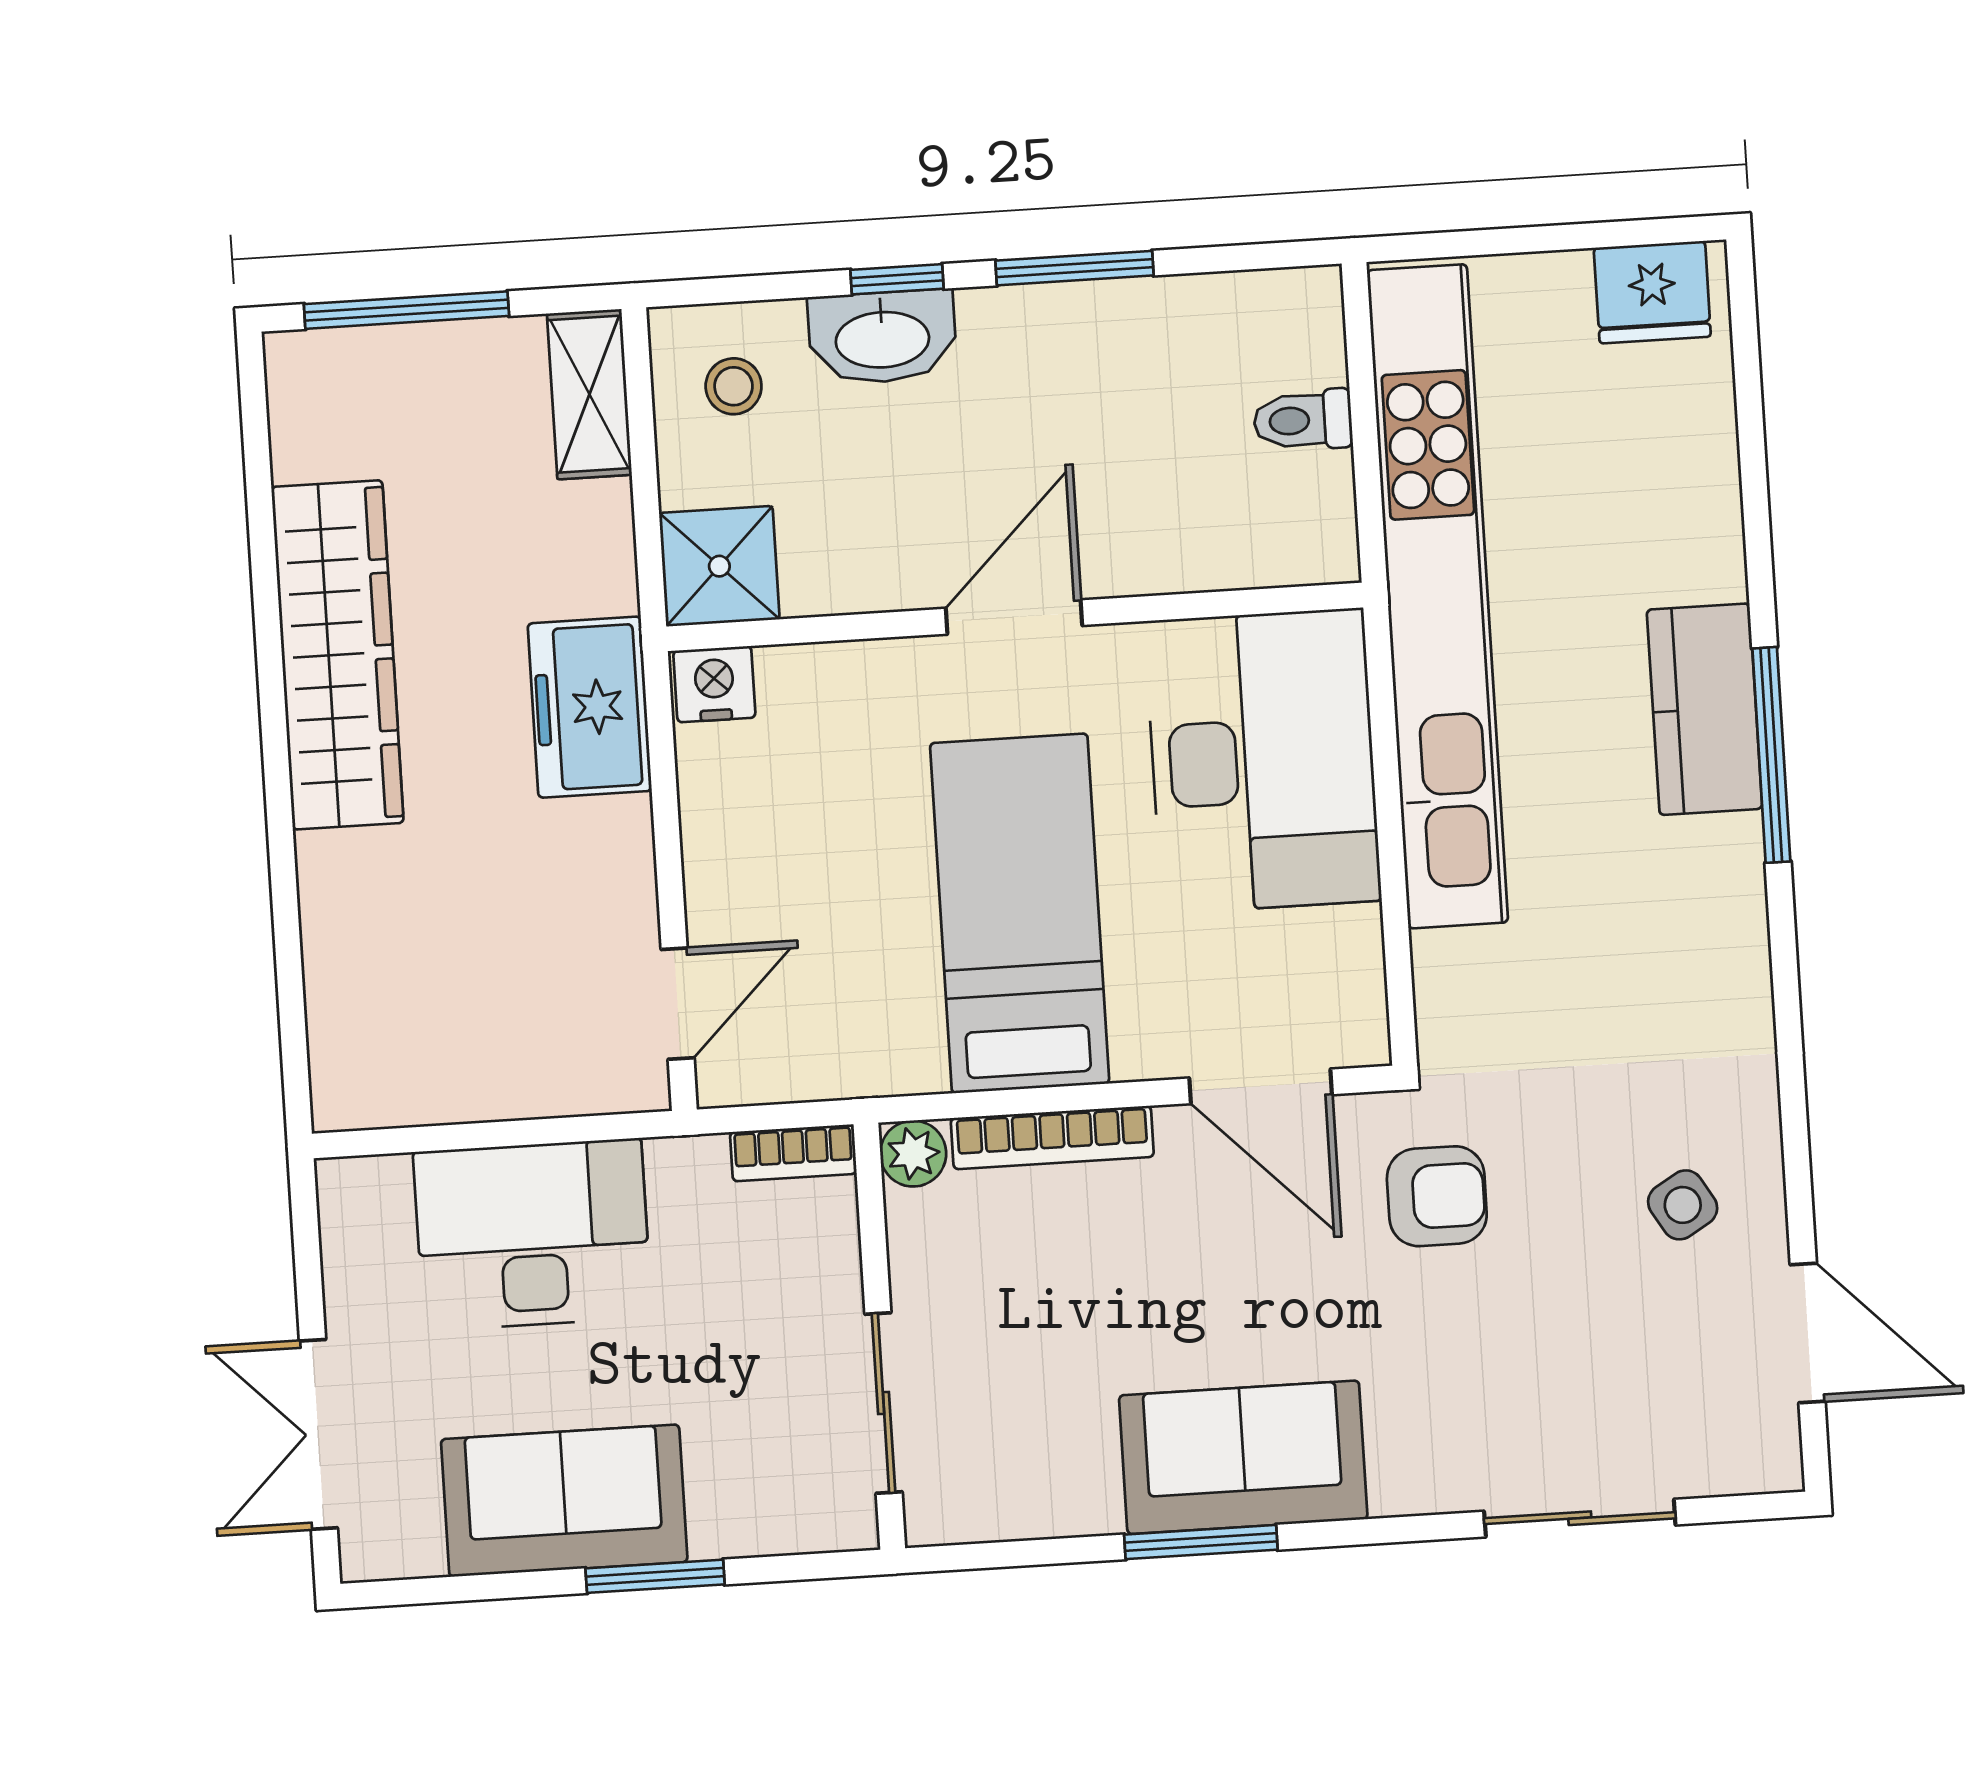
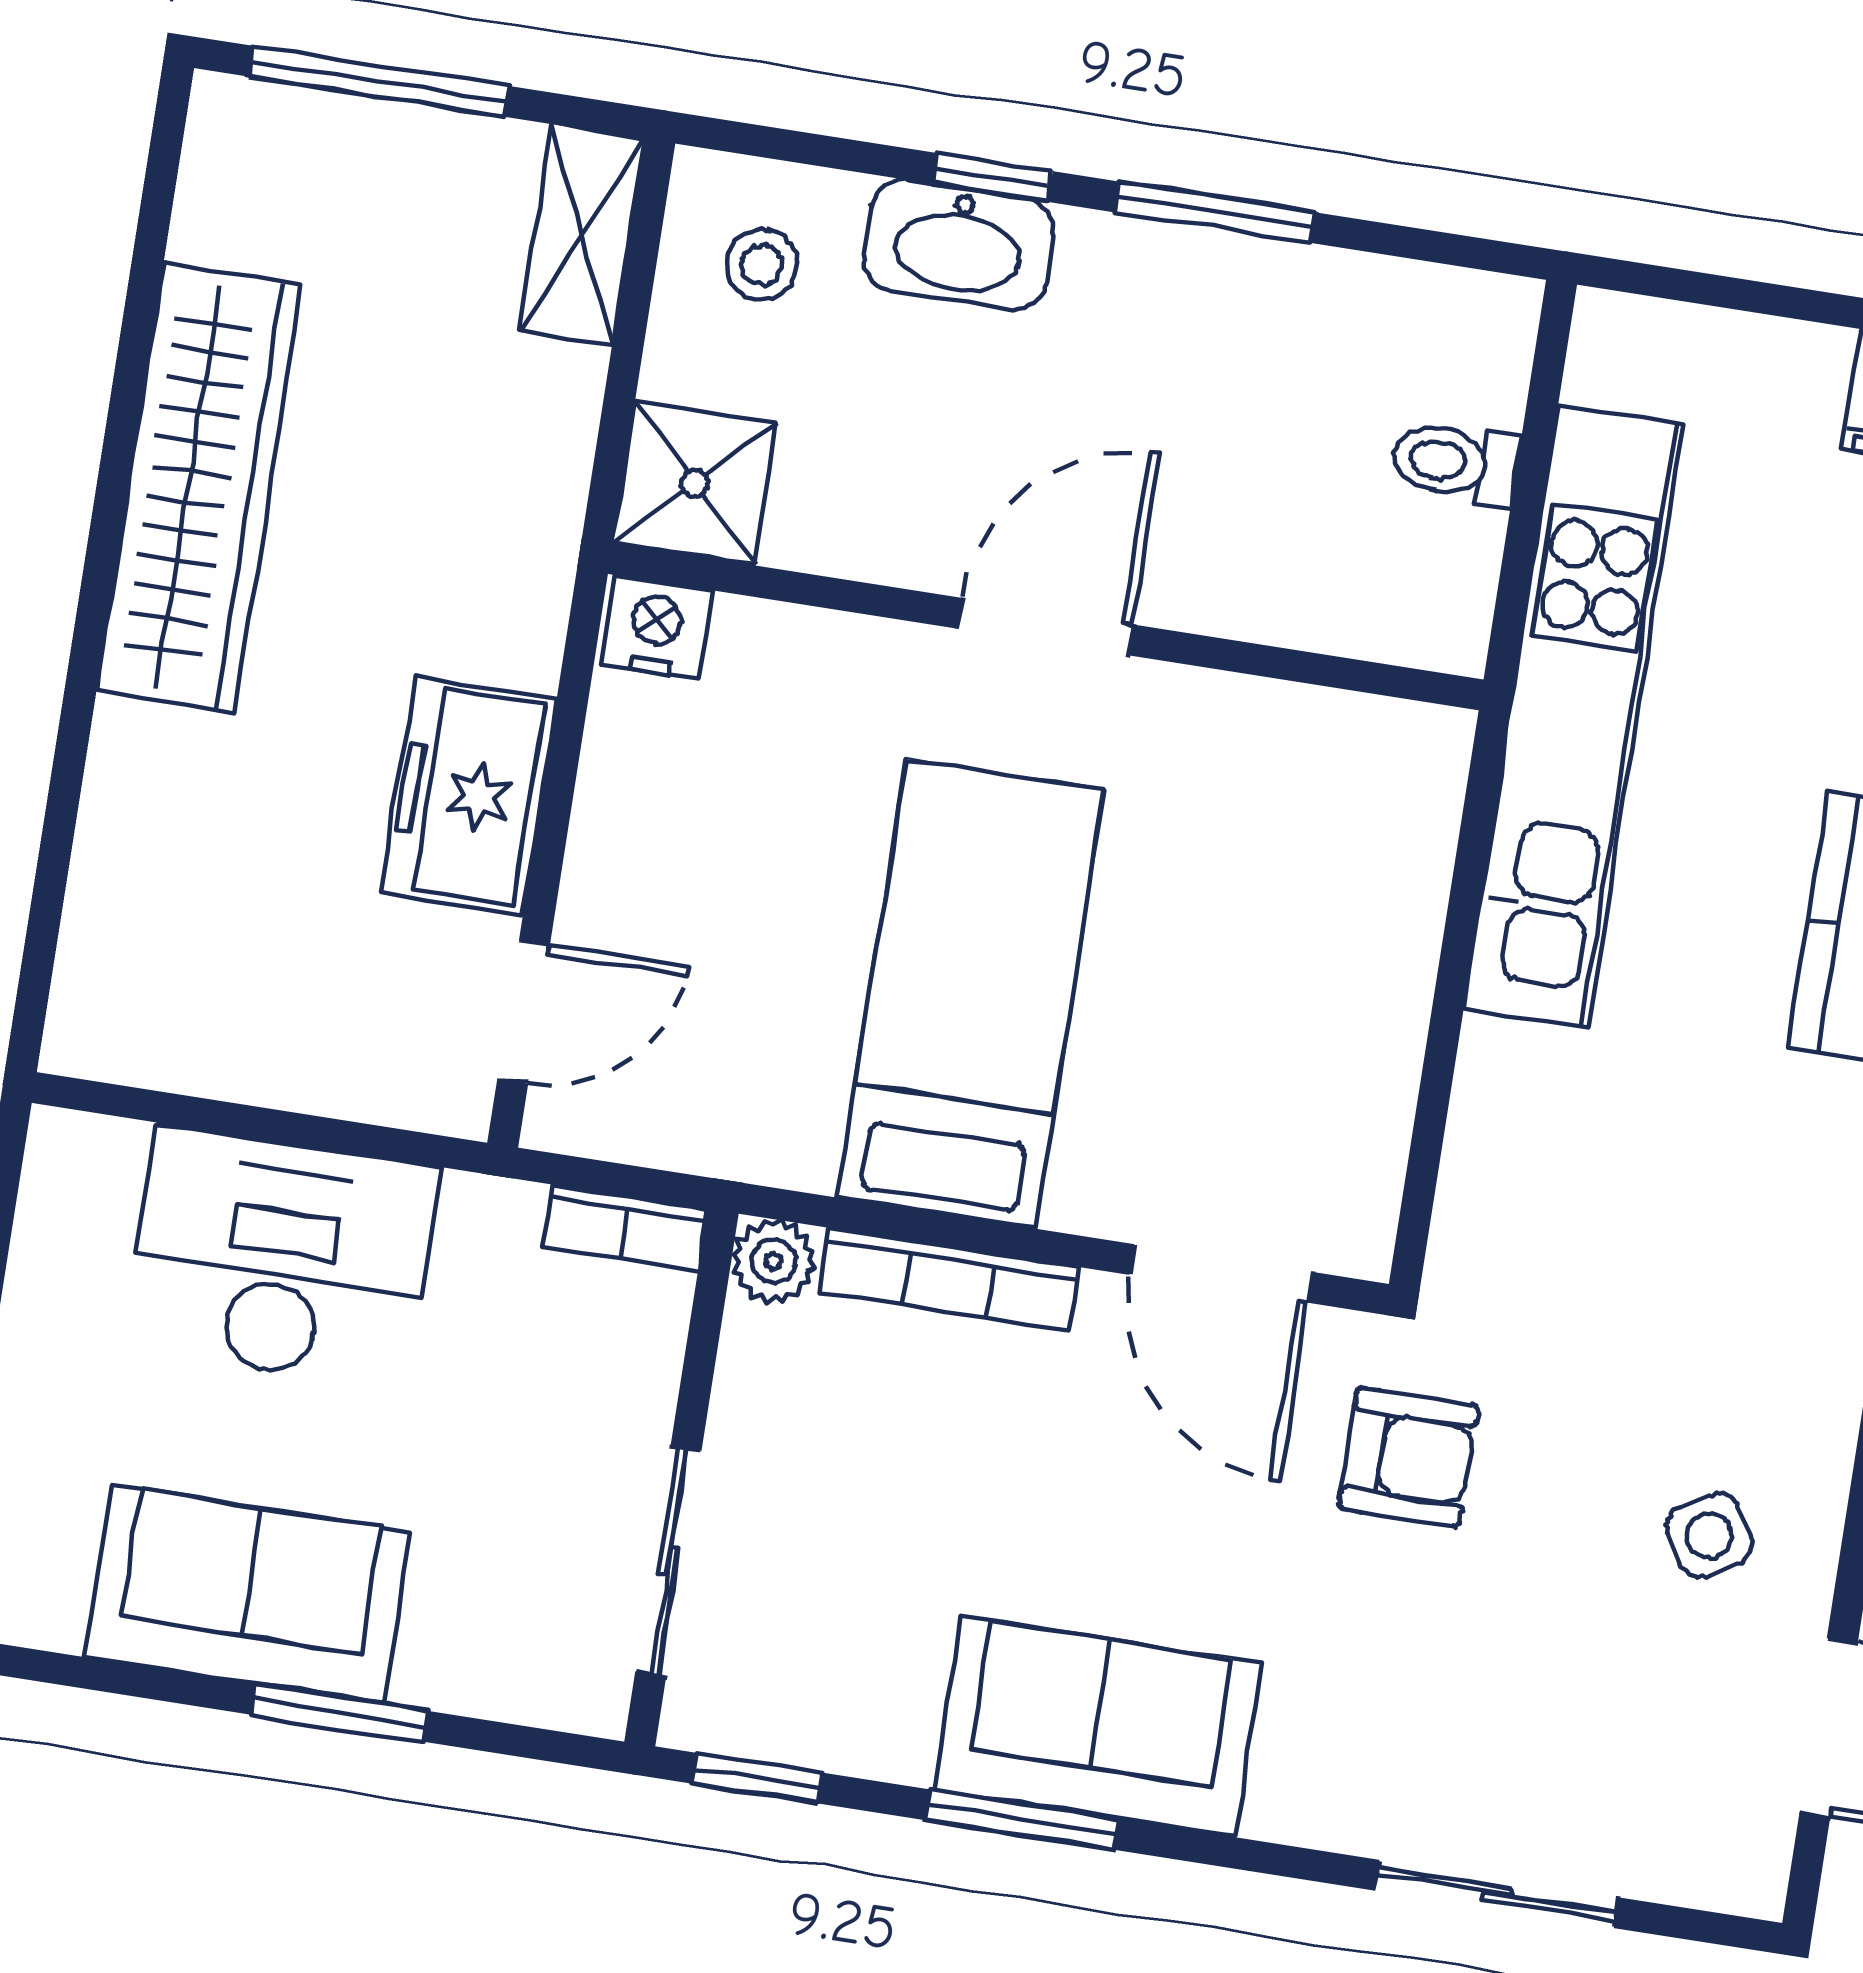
kitchen unit: (1437, 596) -> (1573, 717), width x0.73
freezer: (590, 707) -> (469, 796), moved
desk: (1263, 761) -> (1313, 872), removed
window: (989, 1555) -> (757, 1778), added

